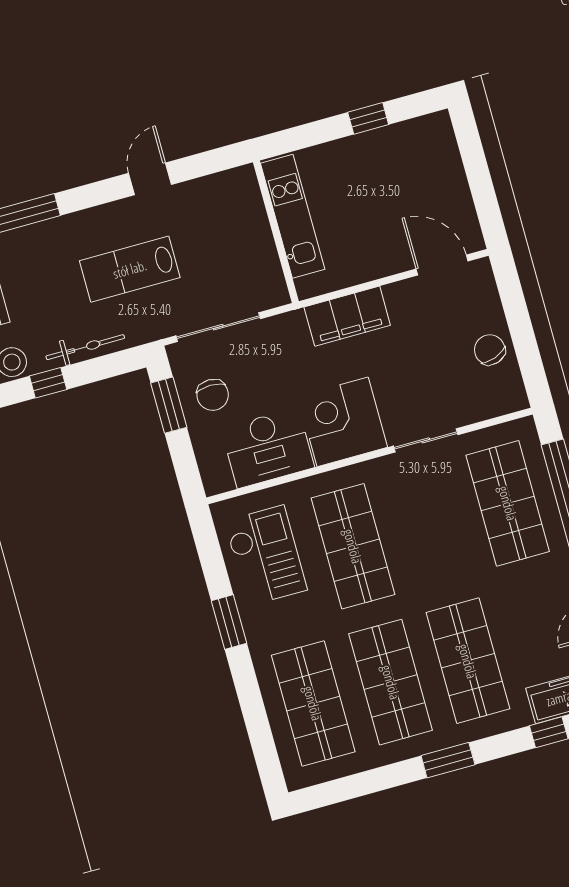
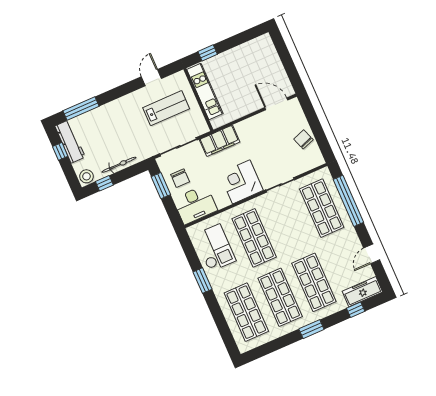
window: (368, 118) -> (208, 53), moved
door: (150, 179) -> (151, 78), moved
lab bench: (130, 269) -> (166, 108), moved, turned 180
filing cabinet: (347, 316) -> (220, 141), moved
desk: (268, 448) -> (195, 205), moved

